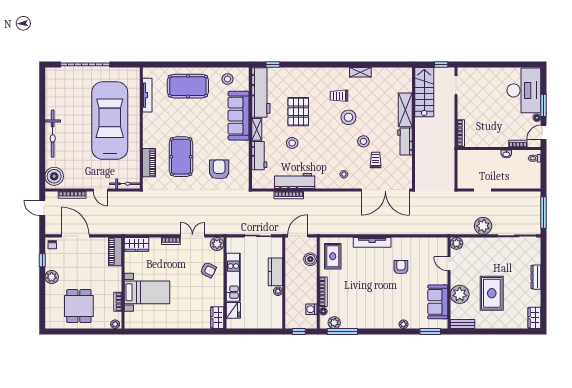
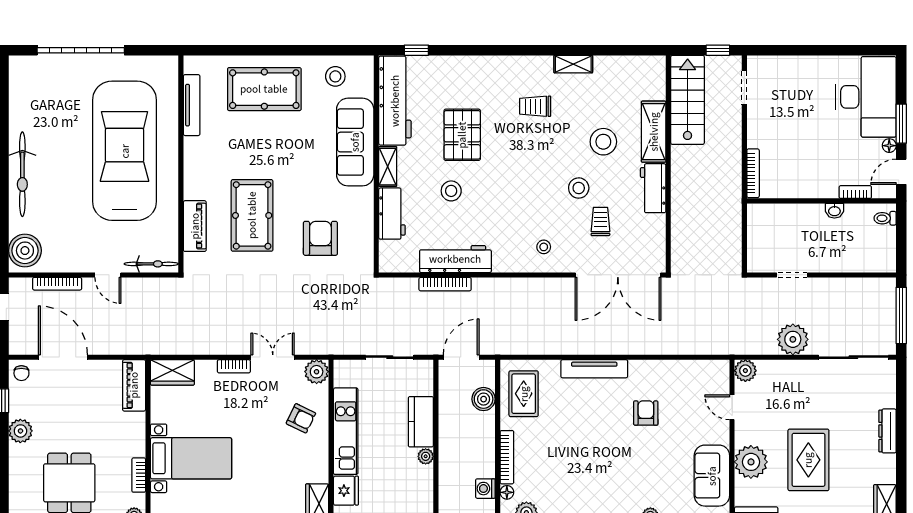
stool: (348, 117) -> (603, 142), moved

